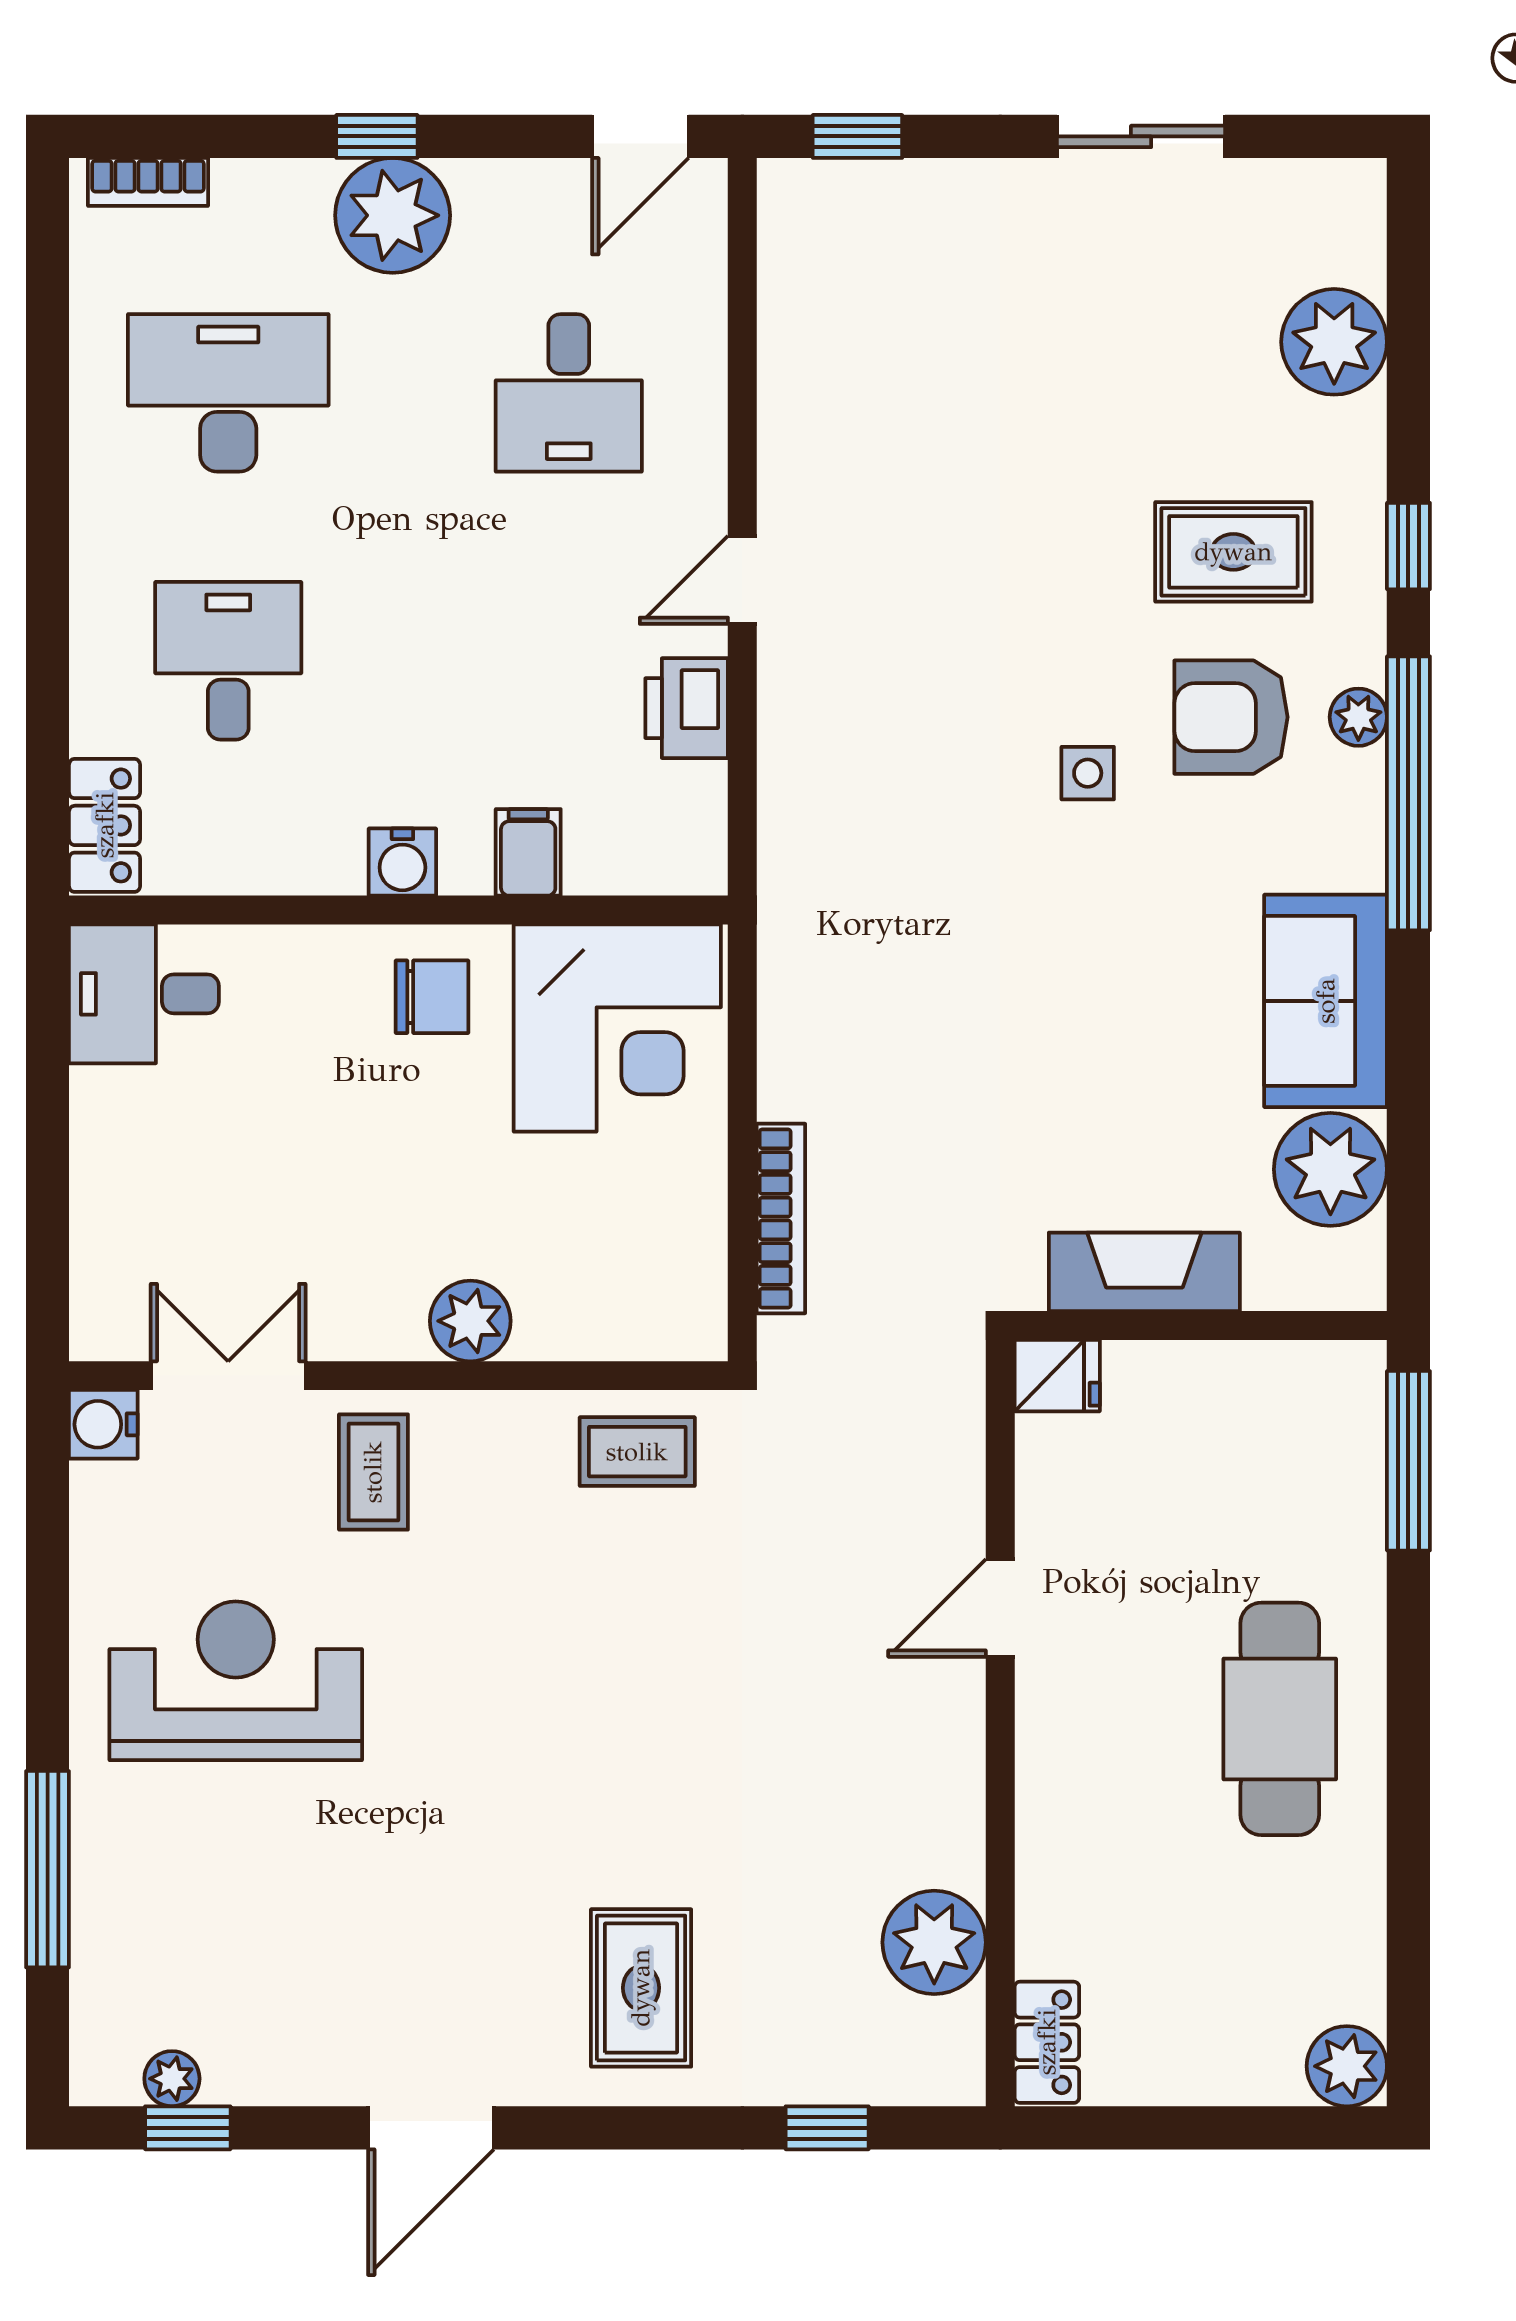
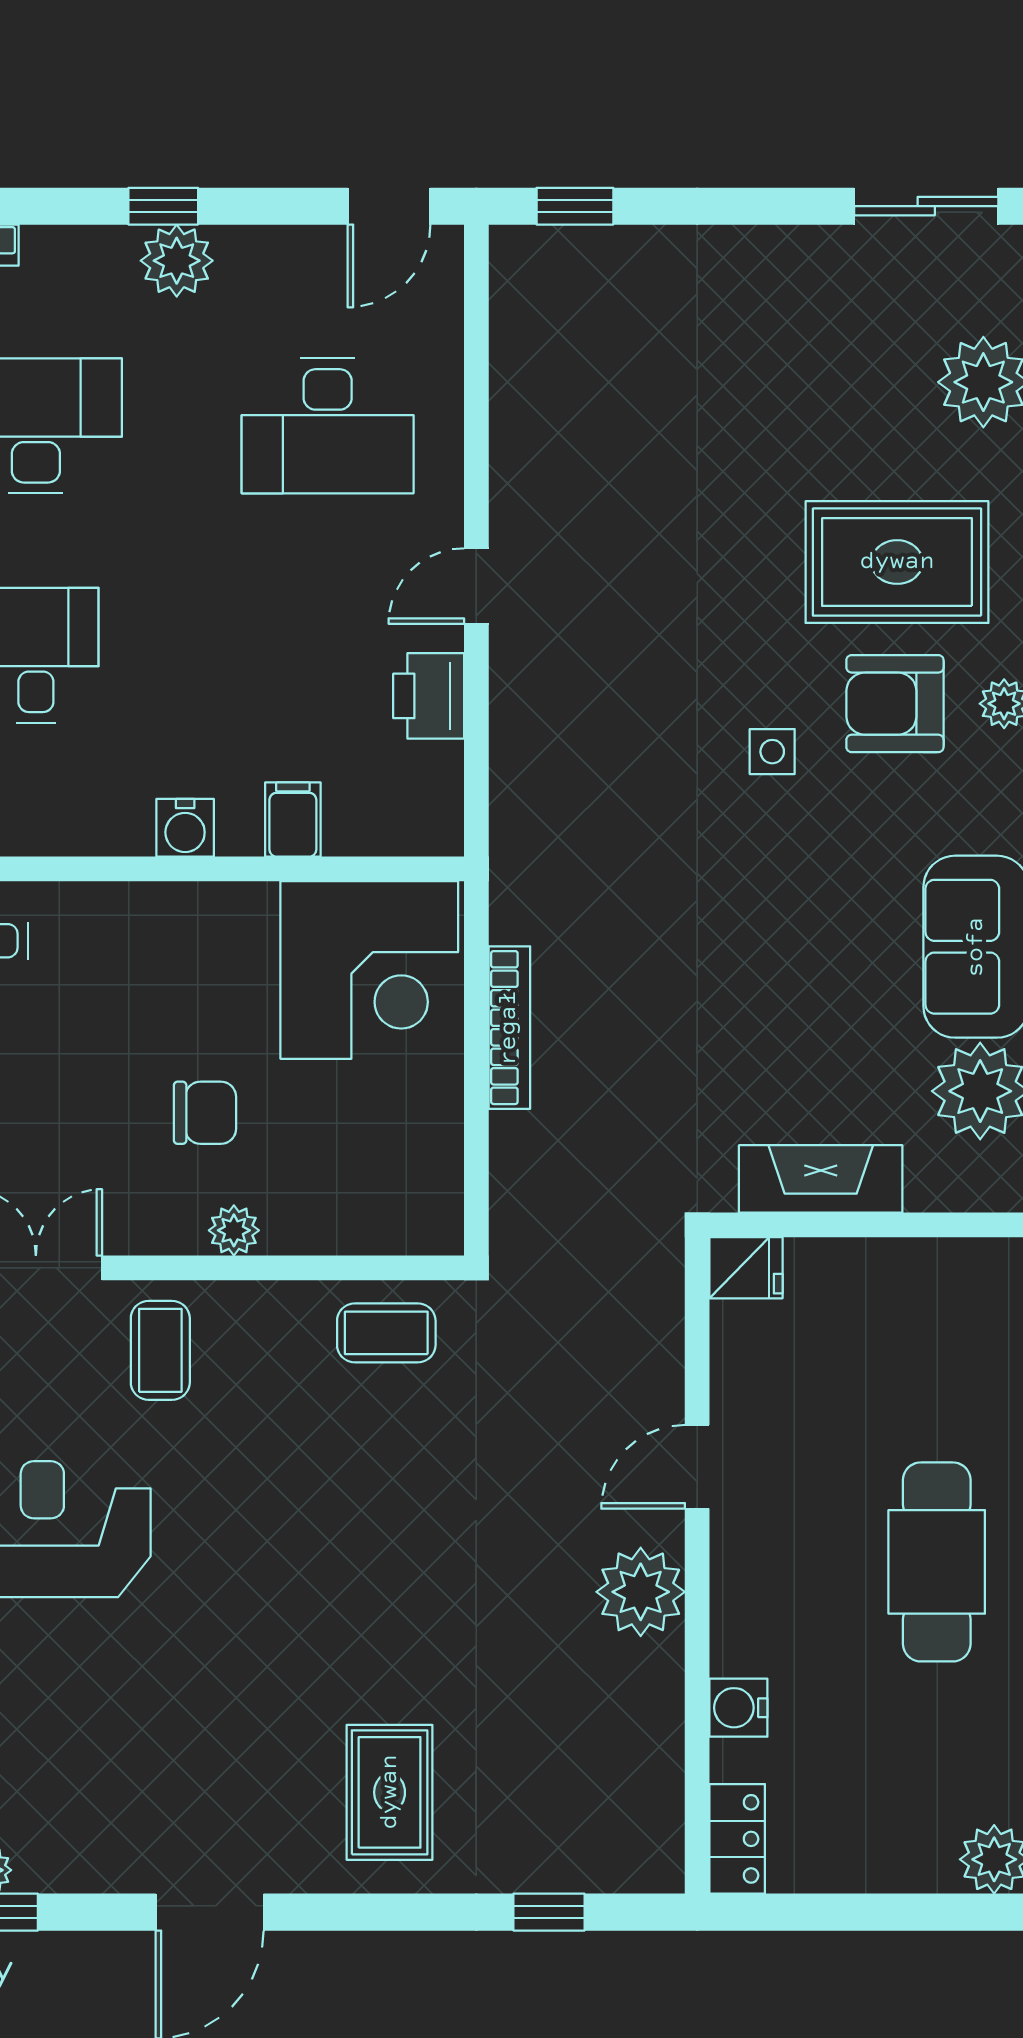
sliding door: (1141, 136) -> (926, 206), moved
plant: (393, 215) -> (177, 261), width x0.73, depth x0.73
desk: (569, 393) -> (328, 426), width x1.37
rug: (1233, 552) -> (897, 562), width x1.36, depth x1.43
chair: (432, 997) -> (205, 1113), moved
bookcase: (781, 1219) -> (509, 1028), moved
plant: (470, 1321) -> (234, 1230), width x0.73, depth x0.73
water cooler: (1048, 1889) -> (738, 1708), added
plant: (934, 1942) -> (641, 1592), moved

